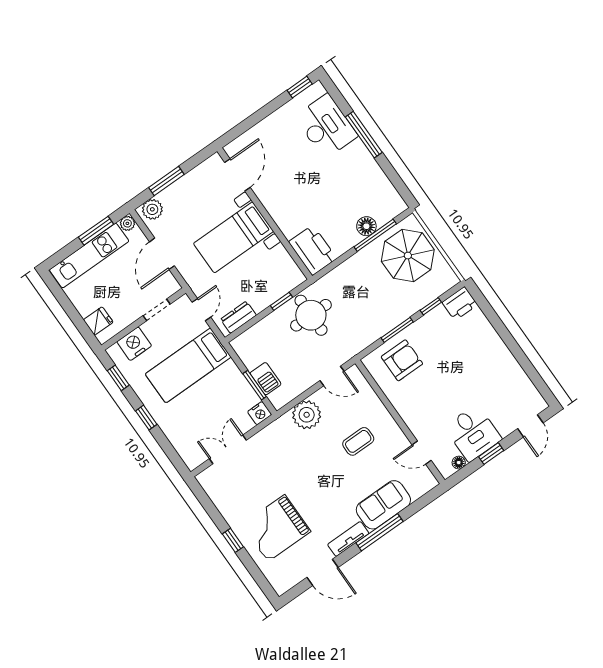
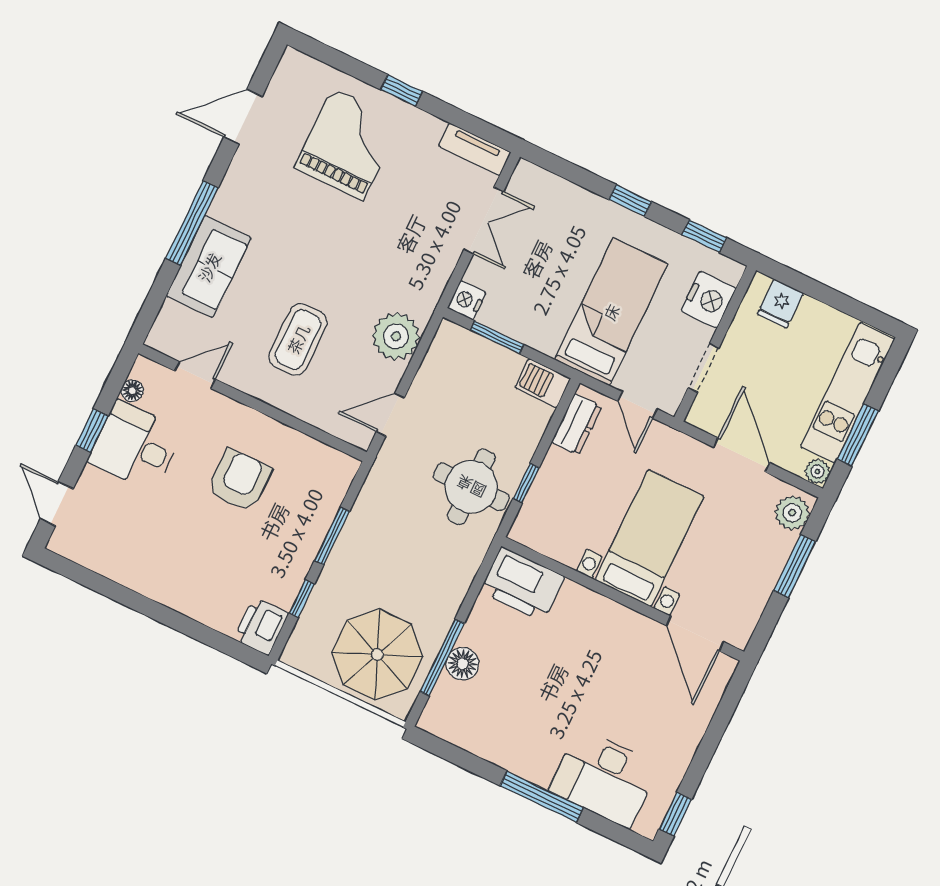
armchair: (402, 360) -> (239, 480), moved, turned 180
barbecue: (266, 379) -> (543, 383), moved
coffee table: (358, 441) -> (298, 339), width x1.36, depth x1.30
tv unit: (348, 539) -> (475, 149), moved, turned 90

